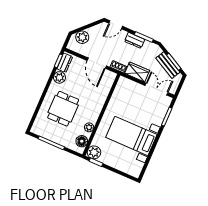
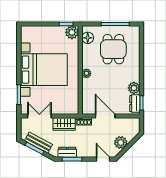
door: (116, 25) -> (103, 159), hinge flipped
plant: (82, 37) -> (121, 142), moved
dresser: (135, 40) -> (67, 152), moved
double door: (157, 89) -> (39, 116), swing flipped
dining table: (63, 109) -> (113, 49), moved
plant: (89, 127) -> (86, 73), moved
bed with nightstands: (131, 136) -> (44, 70), width x1.36

